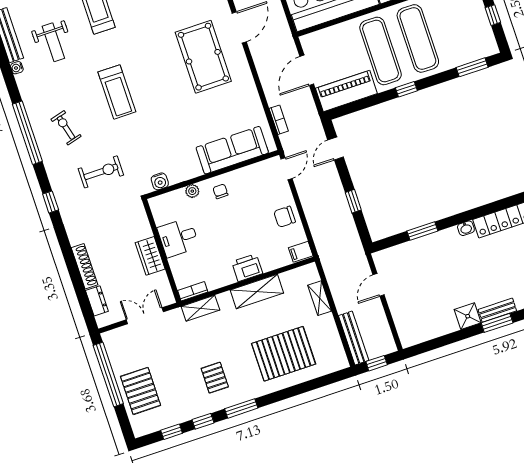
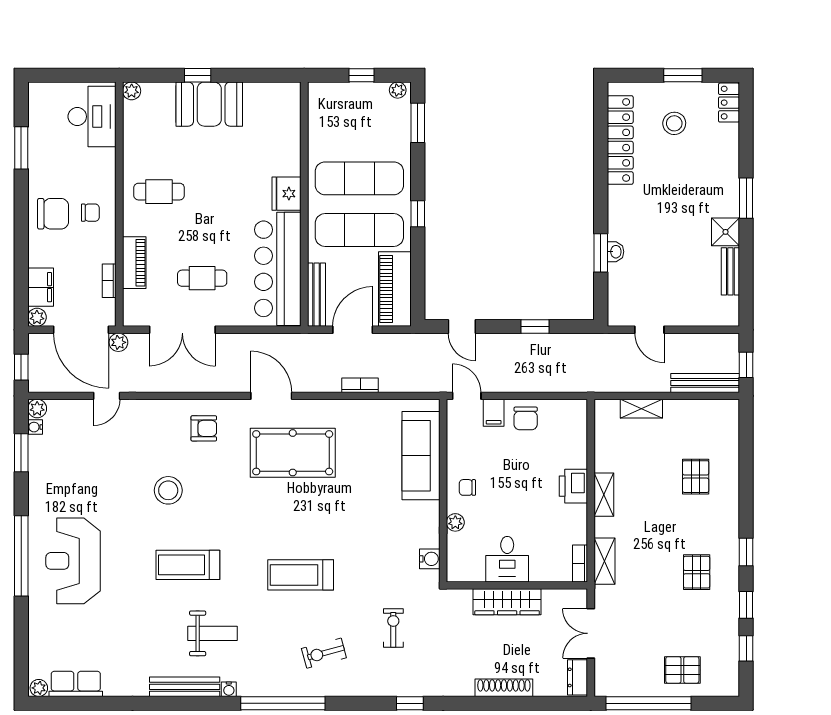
bench: (323, 36) -> (317, 295), added
plant: (491, 45) -> (398, 90), added
door: (307, 70) -> (353, 330), swing flipped
treadmill: (117, 92) -> (301, 575), turned 180
bookcase: (279, 120) -> (360, 385), moved
window: (27, 133) -> (283, 703), moved
exercise bike: (101, 172) -> (393, 628), width x0.73, depth x0.72
washbasin: (466, 228) -> (615, 252), moved
filing cabinet: (301, 252) -> (494, 413), moved
wardrobe: (150, 256) -> (507, 602), width x1.50
shelving: (257, 291) -> (604, 495), width x0.67, depth x0.75
dresser: (97, 301) -> (577, 677), moved, turned -90
bench: (497, 310) -> (730, 271), moved
pallet: (284, 354) -> (696, 477), width x0.49, depth x0.50
pallet: (215, 378) -> (697, 572), turned 90
pallet: (141, 391) -> (682, 670), width x0.67, depth x0.71
window: (241, 408) -> (746, 552), width x0.67

